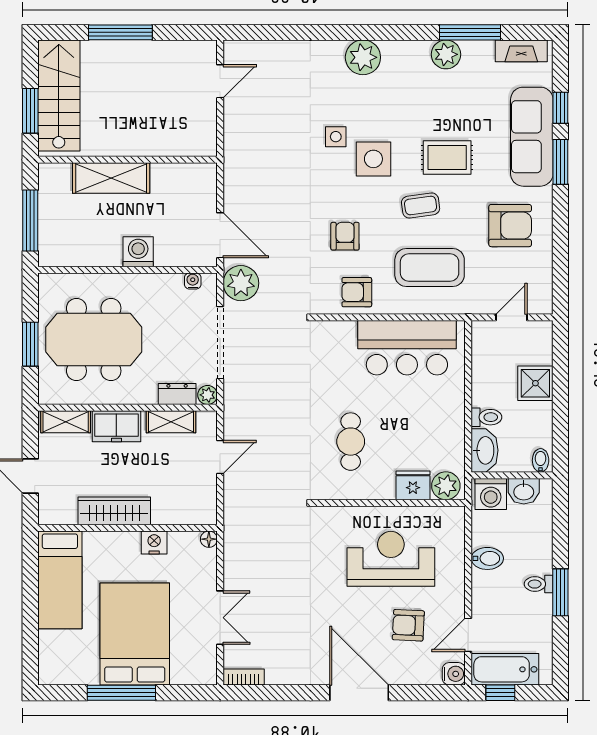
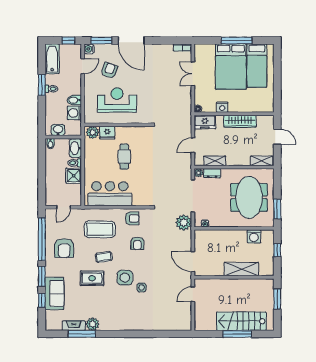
fireplace: (521, 51) -> (74, 326), moved
plant: (363, 57) -> (129, 323), removed
door: (220, 81) -> (193, 294), moved
stairs: (59, 96) -> (241, 321), moved, turned 90
sofa: (532, 137) -> (54, 293), width x0.73
window: (30, 220) -> (277, 250), width x0.46
armchair: (510, 226) -> (64, 248), turned -90
door: (220, 235) -> (193, 262), moved
window: (560, 245) -> (42, 239), added
washing machine: (138, 252) -> (254, 236), moved
meeting table: (94, 340) -> (249, 197), turned 90
window: (30, 344) -> (277, 209), moved
shower: (535, 383) -> (74, 176), moved
freezer: (116, 426) -> (205, 122), moved, turned 180
cafe table: (351, 442) -> (124, 157), moved
washing machine: (491, 494) -> (74, 113), moved, turned -90
reception desk: (391, 559) -> (117, 100), turned 180
bed: (60, 580) -> (257, 66), moved, turned 180
armchair: (408, 625) -> (109, 70), turned -74
bathtub: (505, 669) -> (52, 59), moved, turned -90
window: (426, 693) -> (101, 40), added

